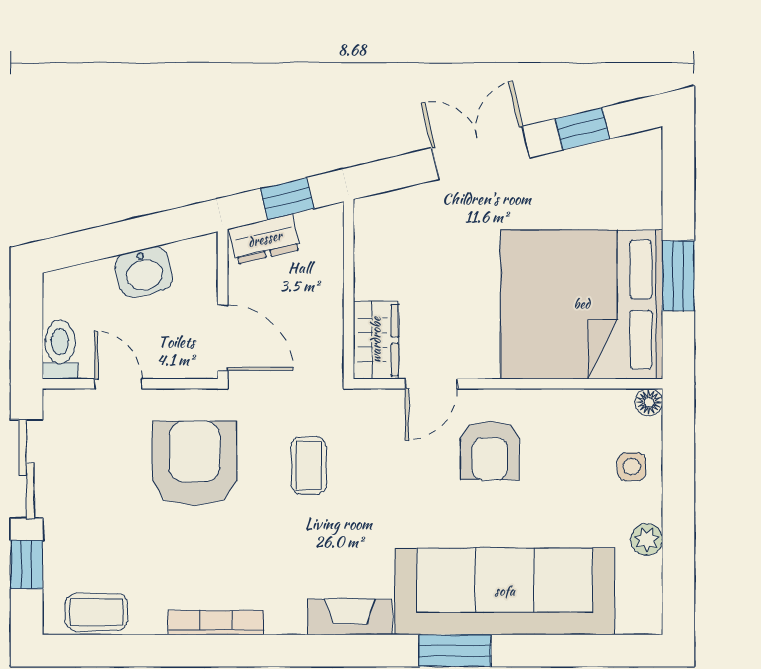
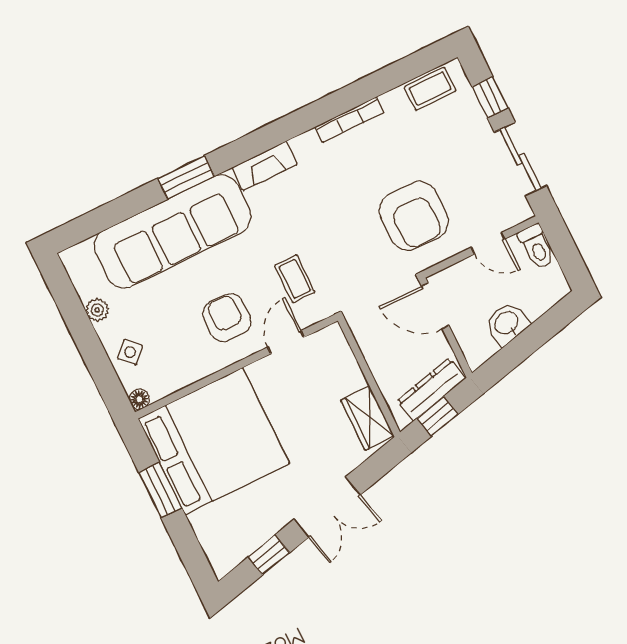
dresser: (265, 239) -> (431, 389), width x1.44
wardrobe: (376, 340) -> (367, 418), moved
coffee table: (309, 465) -> (295, 279), moved
side table: (632, 467) -> (130, 352), turned 45

